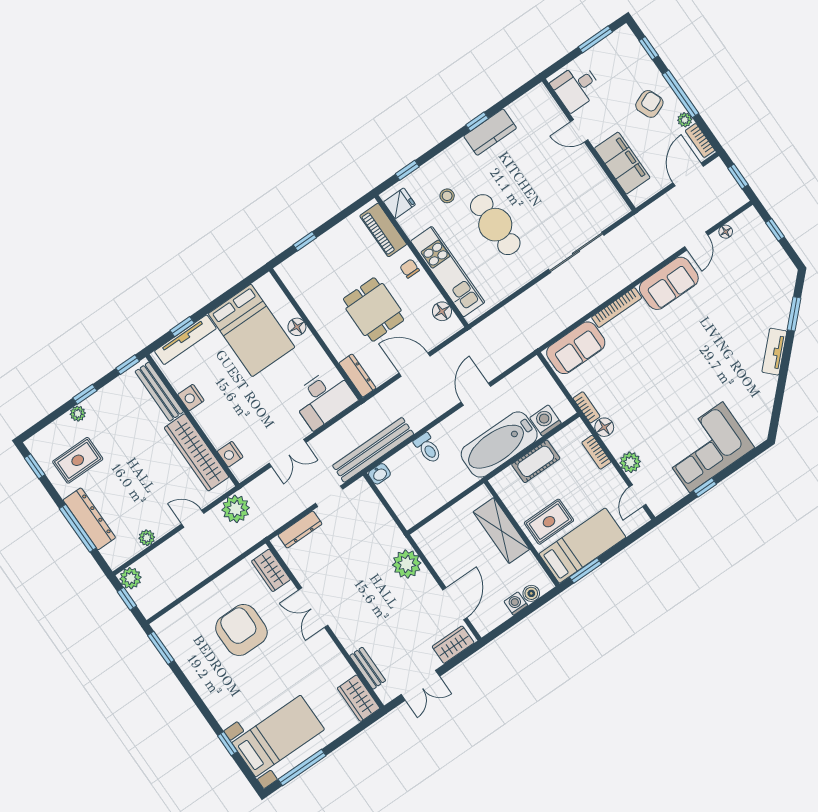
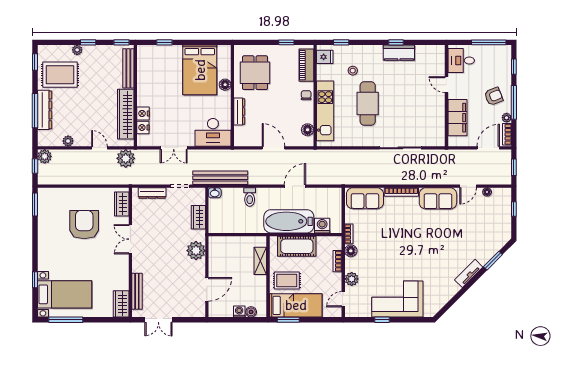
window: (595, 39) -> (489, 42), width x1.44
window: (305, 241) -> (286, 42), moved
dining table: (374, 310) -> (255, 73), moved
tv unit: (185, 340) -> (161, 50), removed
dresser: (357, 376) -> (239, 112), moved
nightstand: (191, 397) -> (143, 113), moved
rug: (78, 460) -> (60, 75), width x1.36, depth x1.43
cot: (536, 461) -> (297, 246), width x1.37, depth x1.34
shelving: (501, 531) -> (260, 261), width x0.67, depth x0.75
wardrobe: (453, 645) -> (198, 217), moved, turned -90
bench: (368, 668) -> (137, 291), width x1.36

